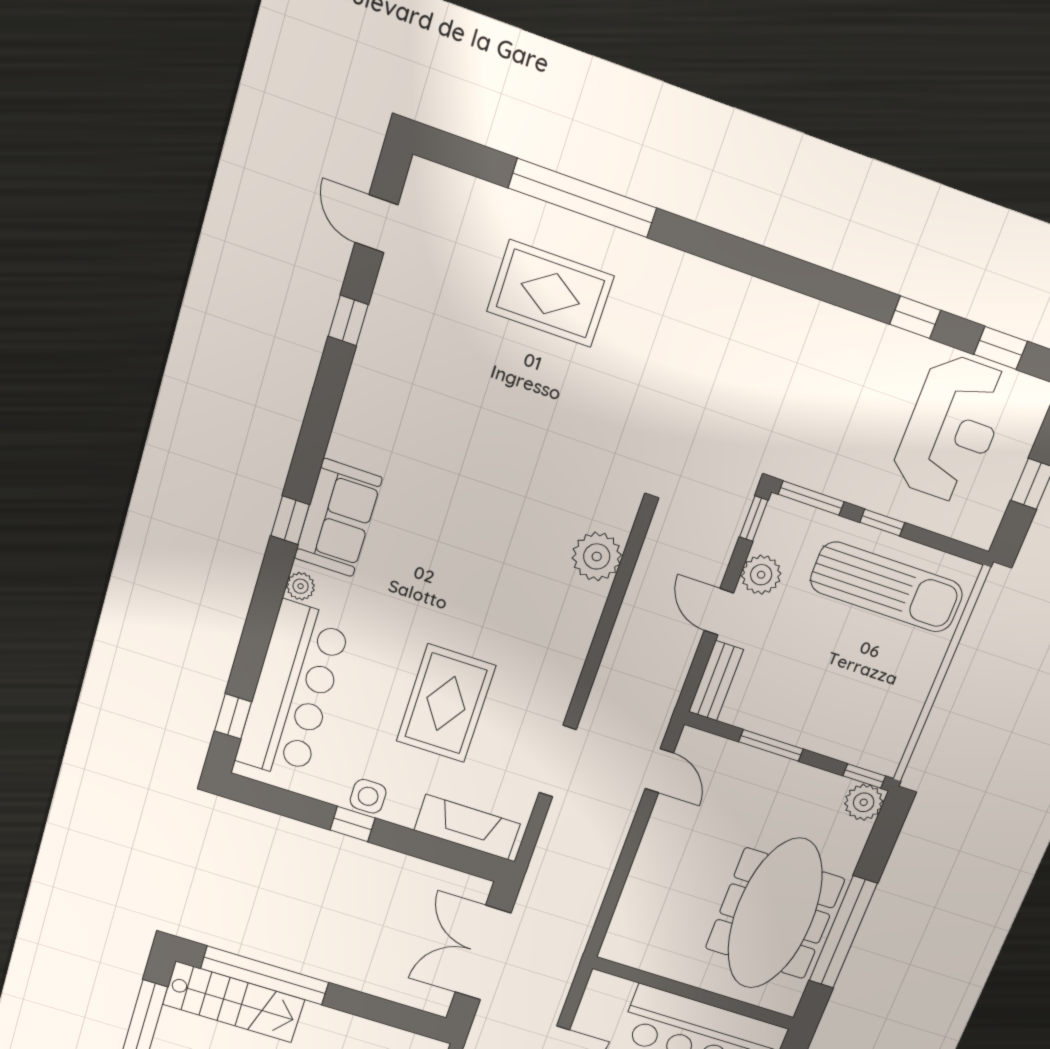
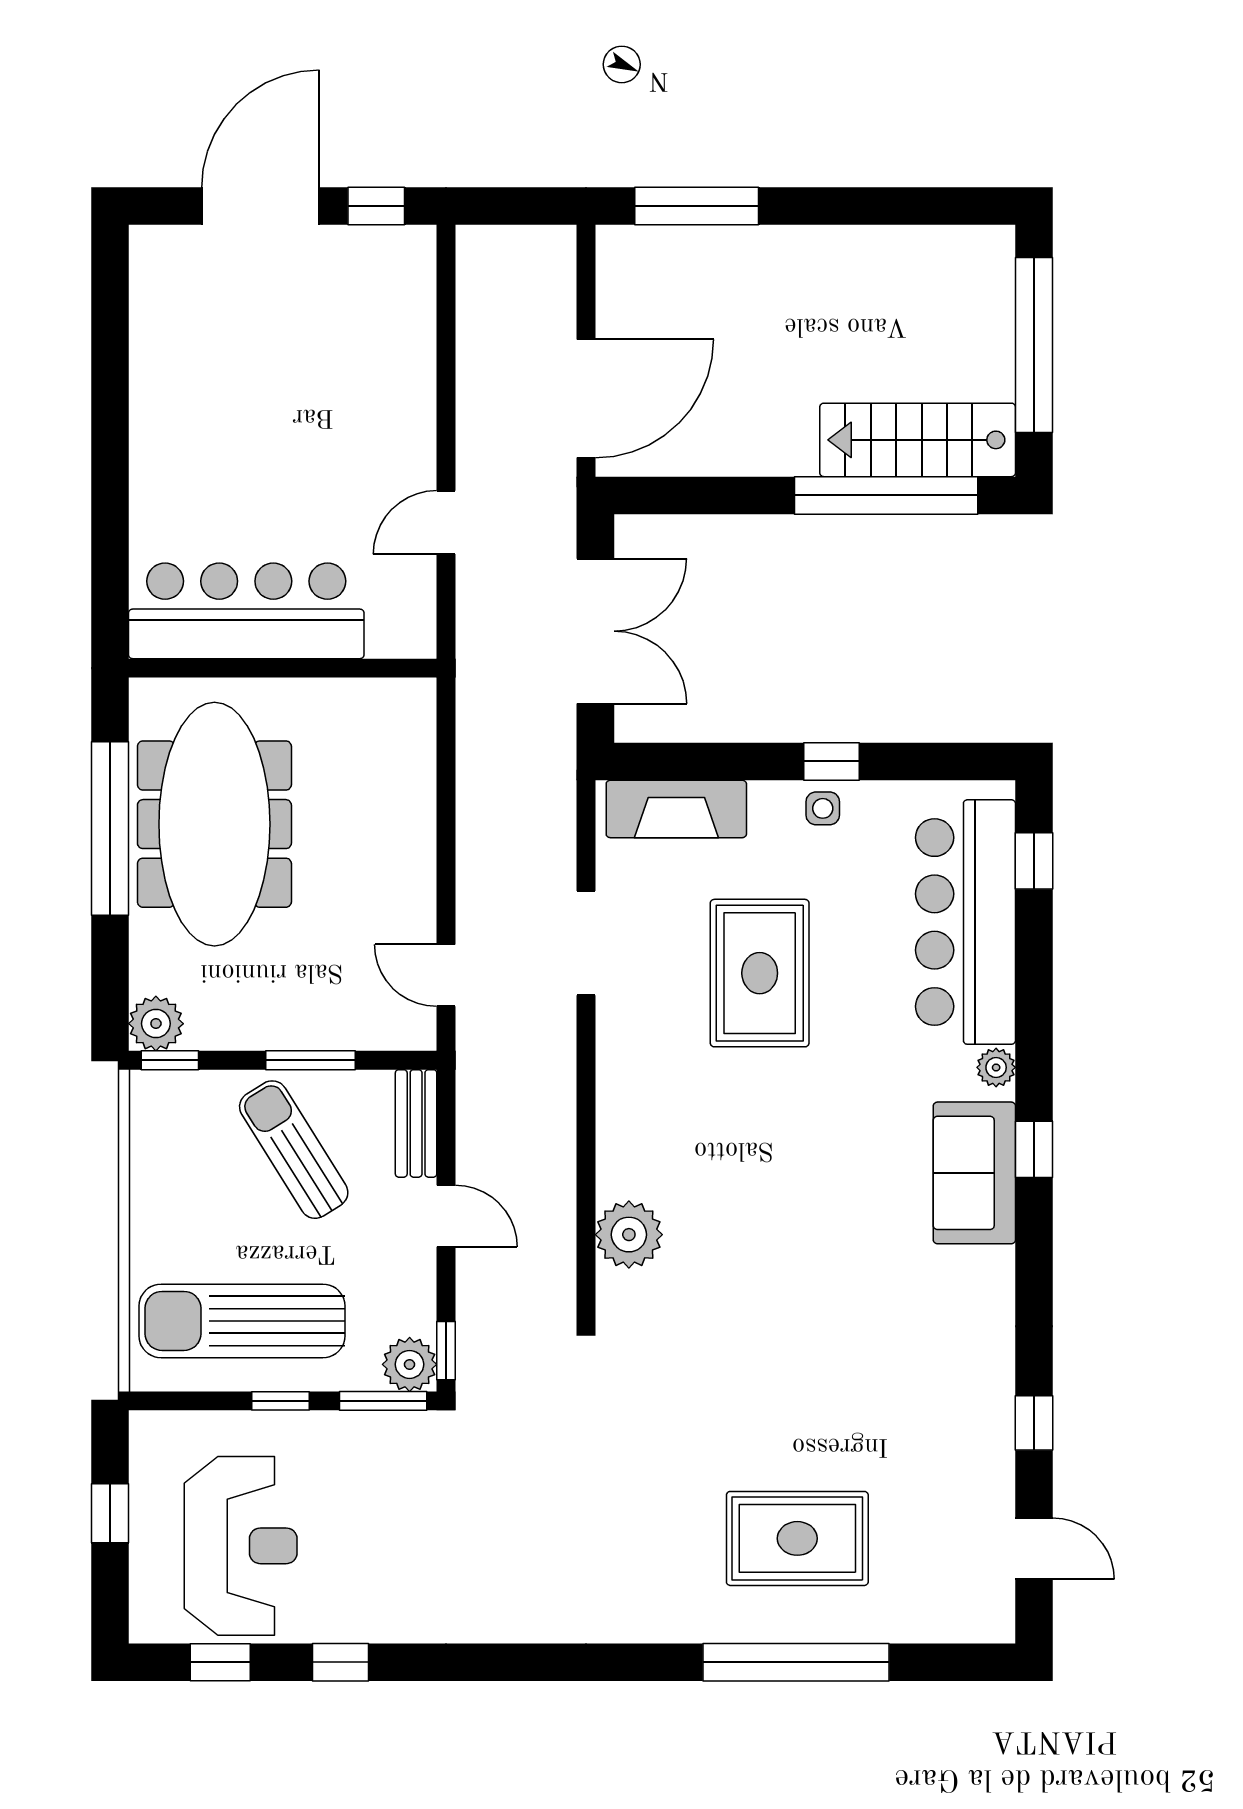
reception desk: (952, 429) -> (241, 1546), turned 180
plant: (761, 575) -> (410, 1364), moved
sun lounger: (805, 691) -> (294, 1150), added
side table: (368, 796) -> (823, 808), width x0.73, depth x0.73

